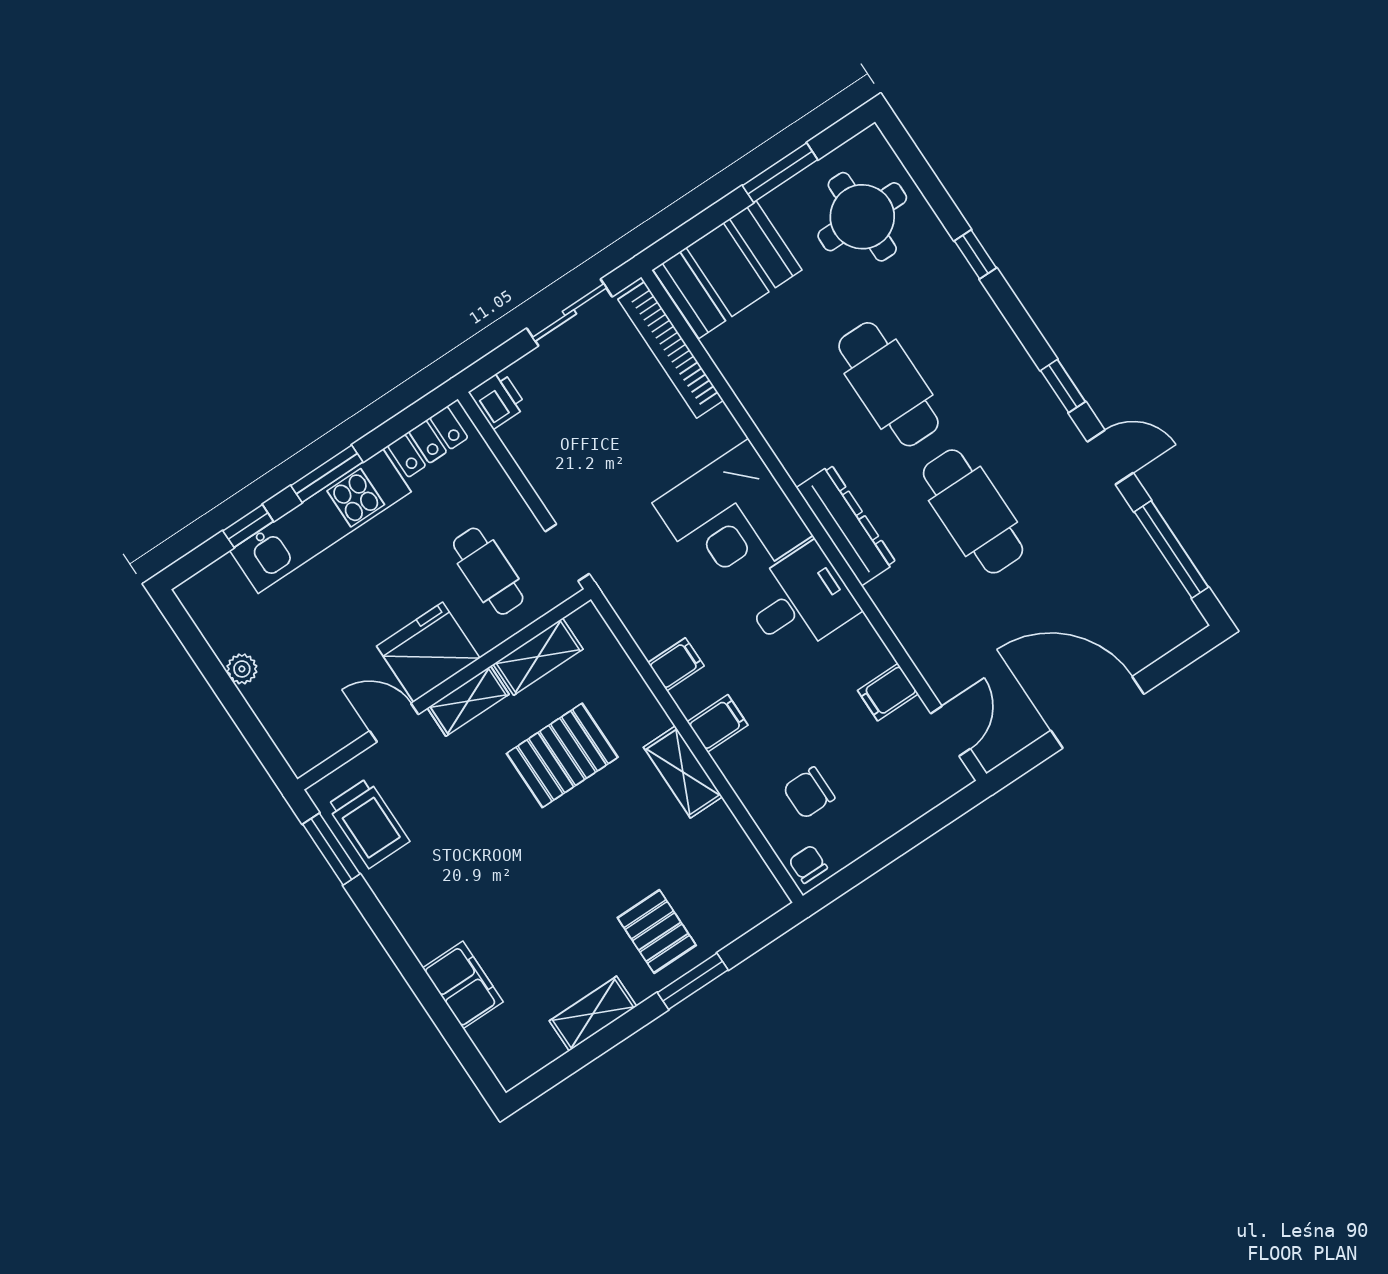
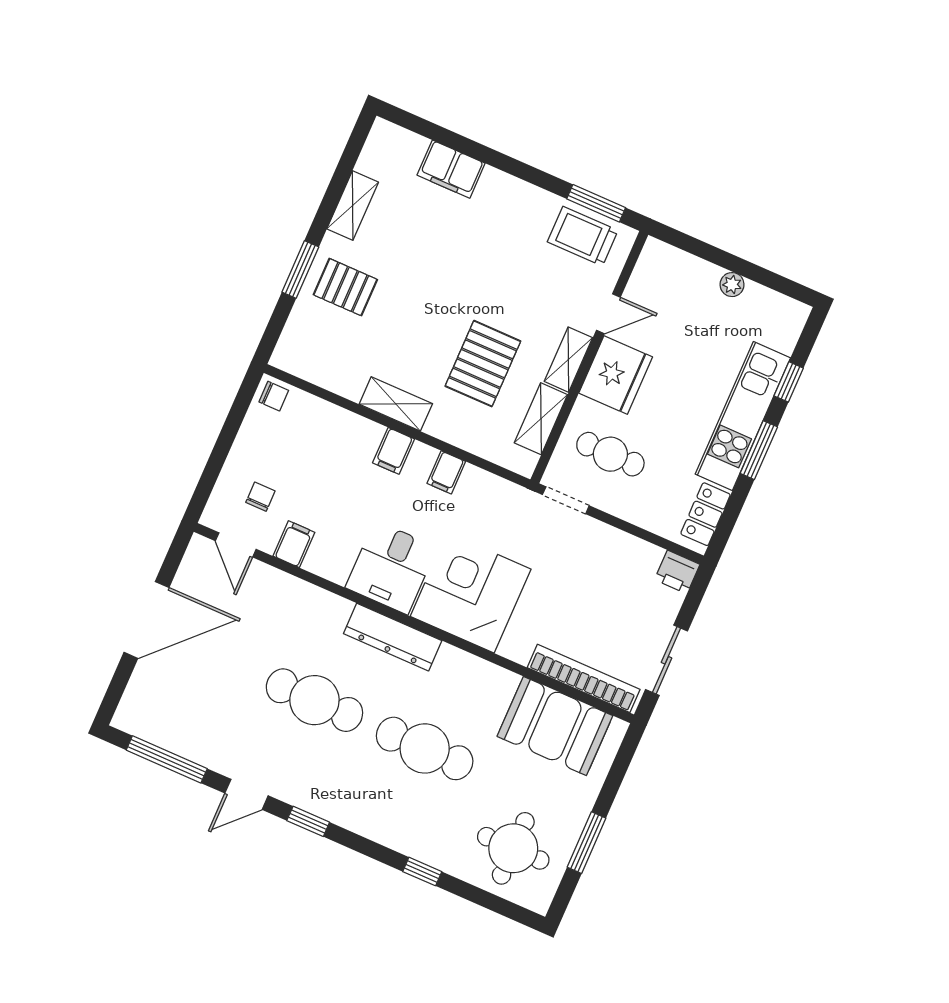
booth: (727, 270) -> (555, 726), moved, turned 90
chair: (809, 793) -> (260, 497), moved, width x0.73, depth x0.73

